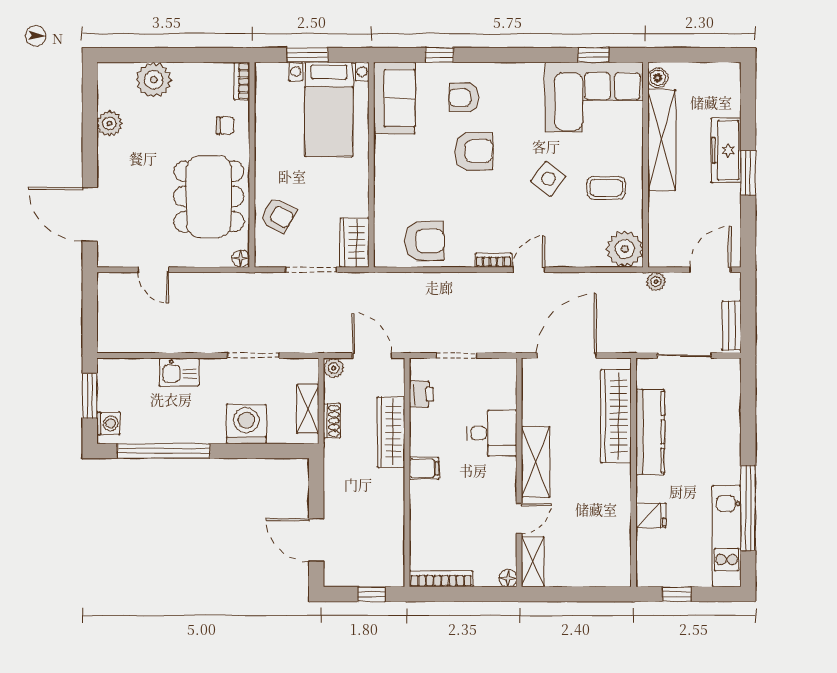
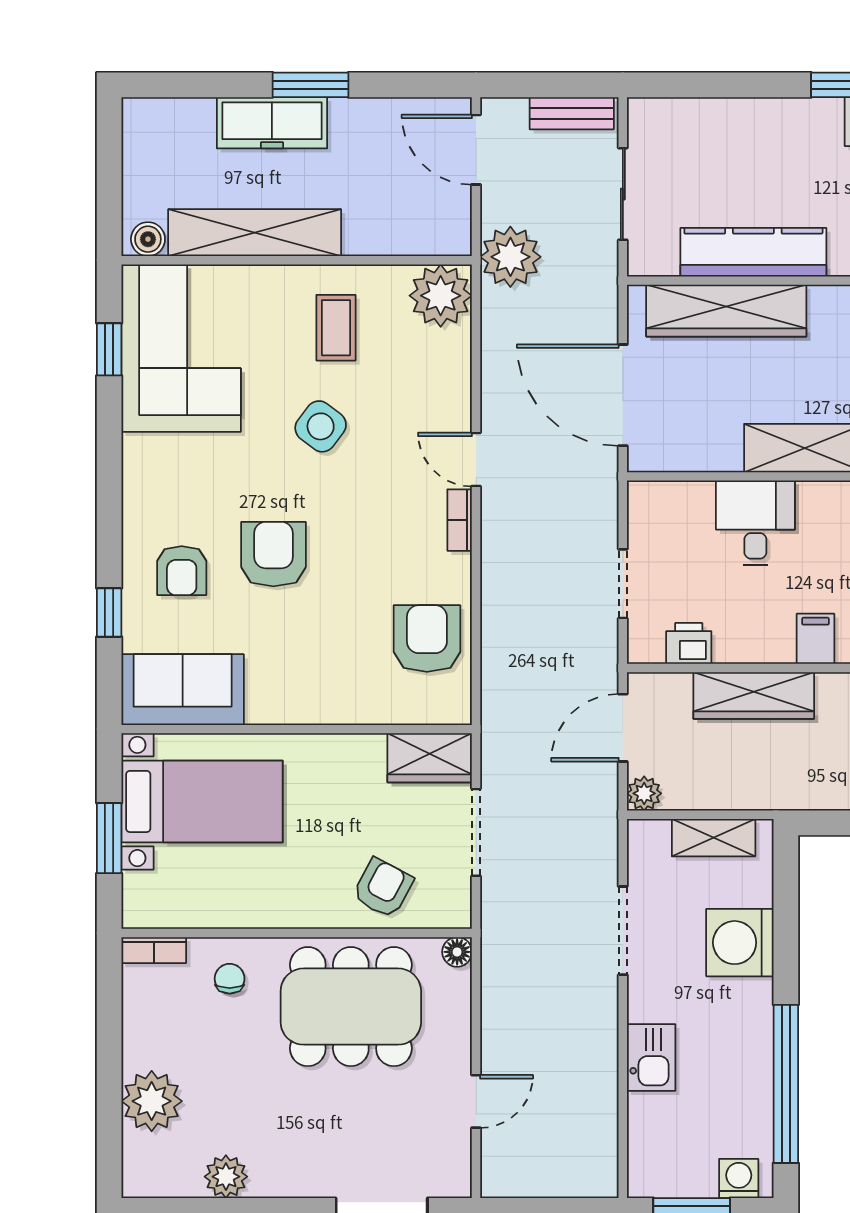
plant: (656, 282) -> (510, 257), width x1.88, depth x1.88
shoe rack: (332, 421) -> (734, 796), removed

